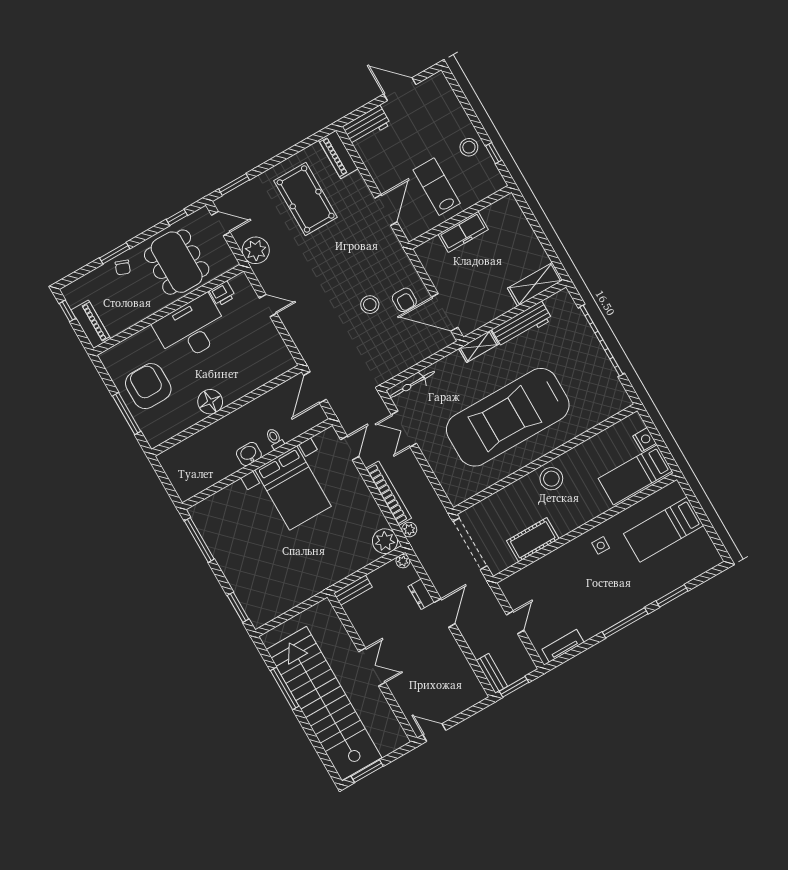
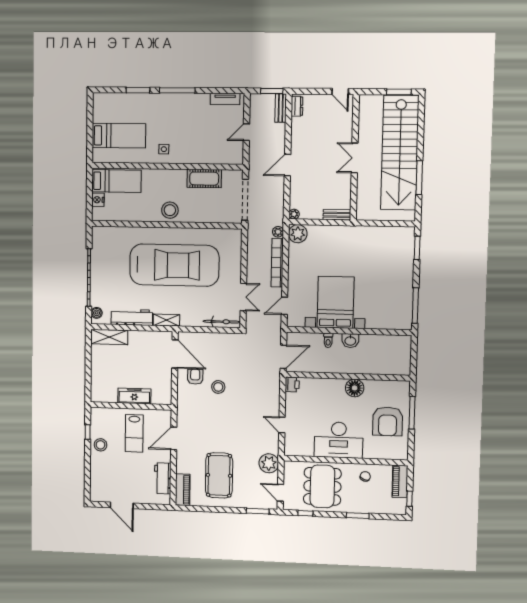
workbench: (366, 125) -> (163, 478), moved, turned -90
chair: (123, 267) -> (365, 476), moved
printer: (222, 294) -> (292, 384), moved, turned 90
boiler: (567, 304) -> (97, 313), added
dresser: (421, 594) -> (297, 106), moved

